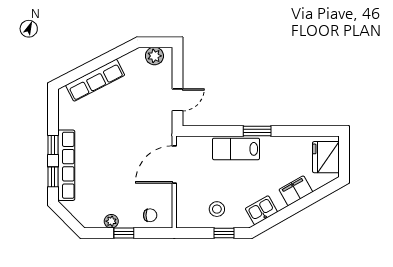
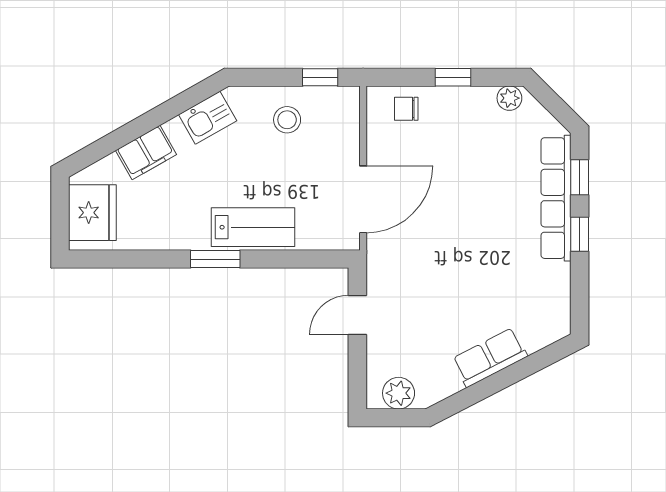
row of seats: (95, 80) -> (490, 357), width x0.68
plant: (111, 221) -> (509, 98), moved
window: (224, 233) -> (320, 77), moved

